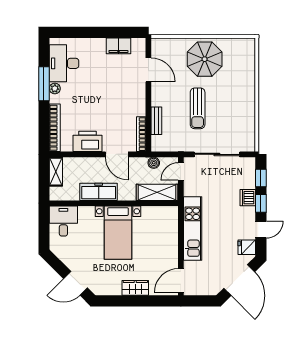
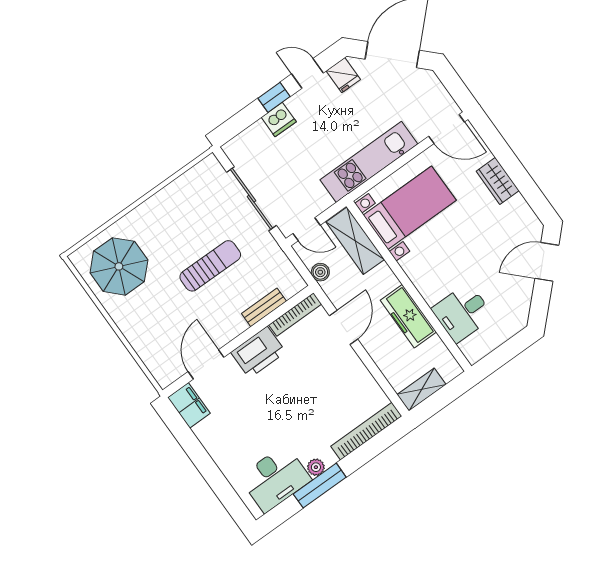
filing cabinet: (118, 46) -> (189, 405), moved
parasol: (205, 59) -> (119, 266), moved
printer: (88, 141) -> (258, 352), moved, turned -90
window: (261, 178) -> (241, 121), removed
desk: (63, 221) -> (462, 313), moved
bed with nightstands: (118, 233) -> (410, 208), moved
door: (75, 283) -> (547, 262), swing flipped

